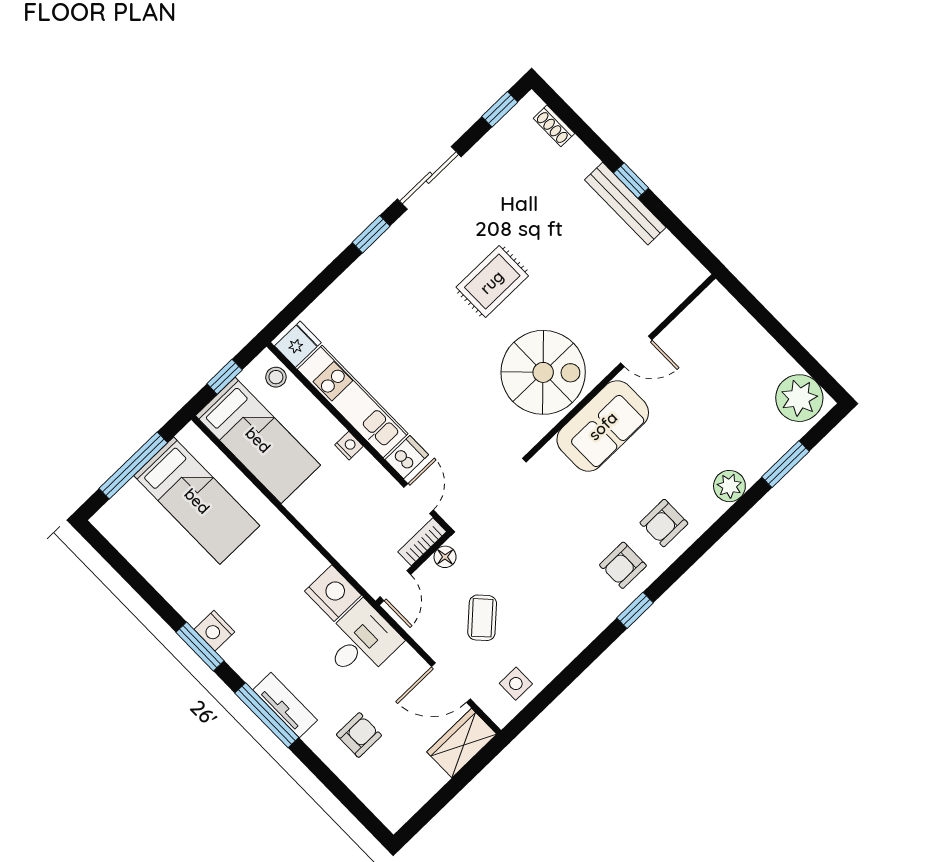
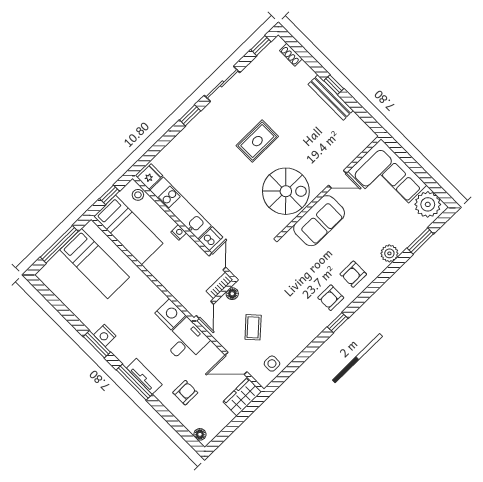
corner sofa: (727, 350) -> (387, 178), added
floor lamp: (385, 811) -> (200, 434), added

